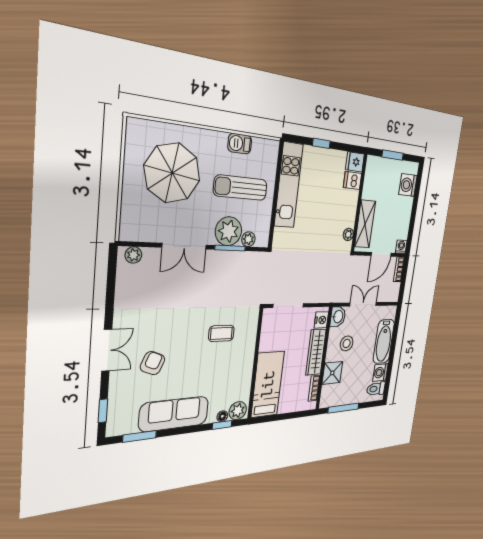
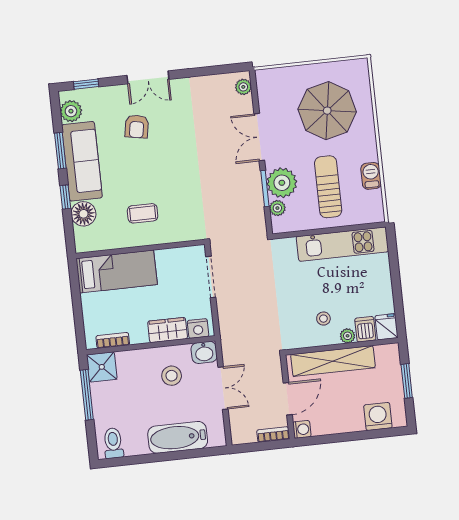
window: (321, 143) -> (395, 275), removed
stool: (338, 215) -> (323, 319), added
shelving: (365, 224) -> (333, 361), width x1.47
plant: (348, 234) -> (348, 336), moved
door: (381, 254) -> (288, 399), swing flipped
coffee table: (221, 333) -> (143, 213), moved, turned 90
wardrobe: (316, 352) -> (168, 330), width x0.67
armchair: (152, 363) -> (137, 126), turned 78
washing machine: (380, 372) -> (136, 444), removed
shower: (332, 373) -> (102, 367), moved
plant: (238, 411) -> (71, 111), moved
floor lamp: (222, 416) -> (83, 214), width x1.89, depth x1.89
window: (222, 425) -> (65, 197), moved
window: (140, 436) -> (60, 151), moved

